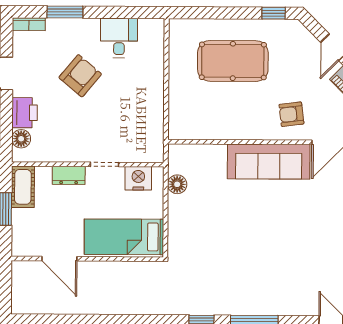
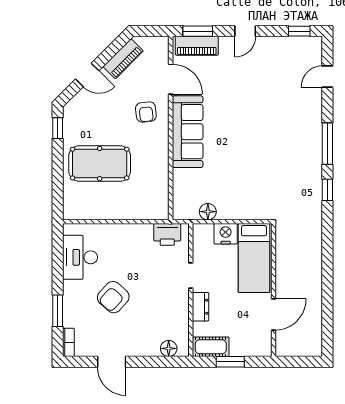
desk: (119, 38) -> (80, 257), width x1.37
pool table: (233, 61) -> (100, 164), turned 90
armchair: (80, 76) -> (113, 297), turned -88
printer: (25, 113) -> (167, 234), moved, turned 180
nightstand: (138, 178) -> (226, 234), moved, turned 90

